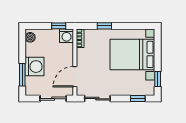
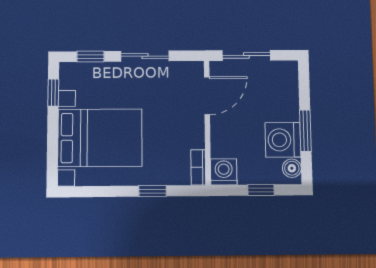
window: (59, 26) -> (261, 190), moved
washing machine: (35, 67) -> (283, 140), moved
window: (22, 75) -> (305, 131), moved
sliding door: (97, 99) -> (145, 56), moved

